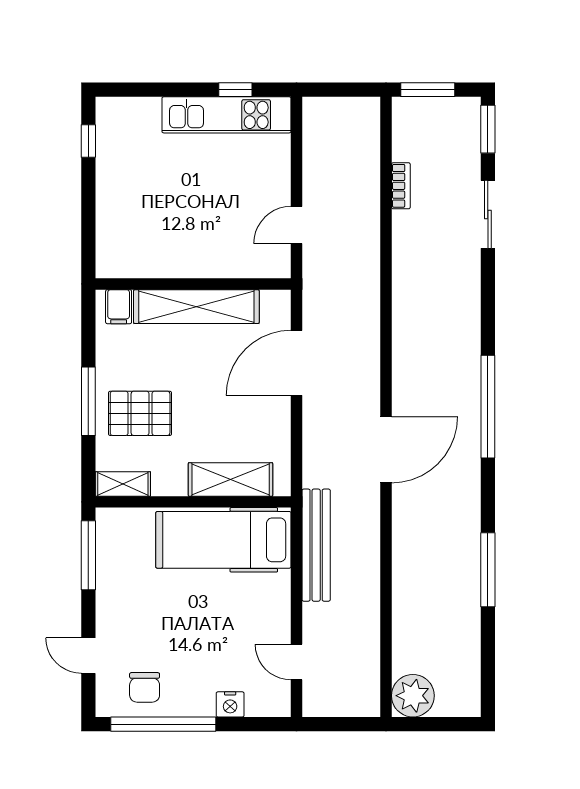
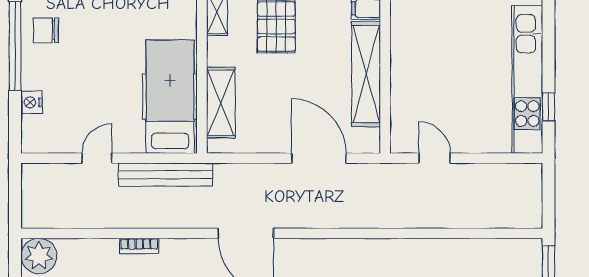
kitchen unit: (226, 115) -> (527, 80), width x1.36
bookcase: (401, 186) -> (139, 246), moved
door: (297, 662) -> (97, 158), moved

